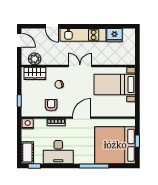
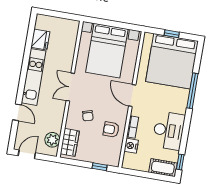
door: (52, 26) -> (17, 112), hinge flipped
bed with nightstands: (115, 85) -> (107, 51), width x1.36
nightstand: (28, 124) -> (131, 146), moved

